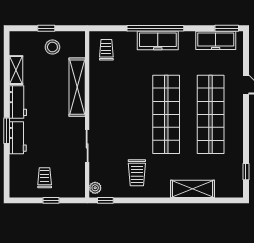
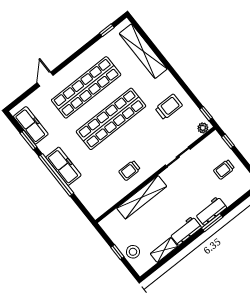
window: (227, 28) -> (29, 140), moved
stool: (52, 47) -> (133, 252), moved
trolley: (106, 50) -> (130, 170), moved
shelving: (192, 189) -> (143, 51), width x1.47
window: (51, 200) -> (228, 141), moved

